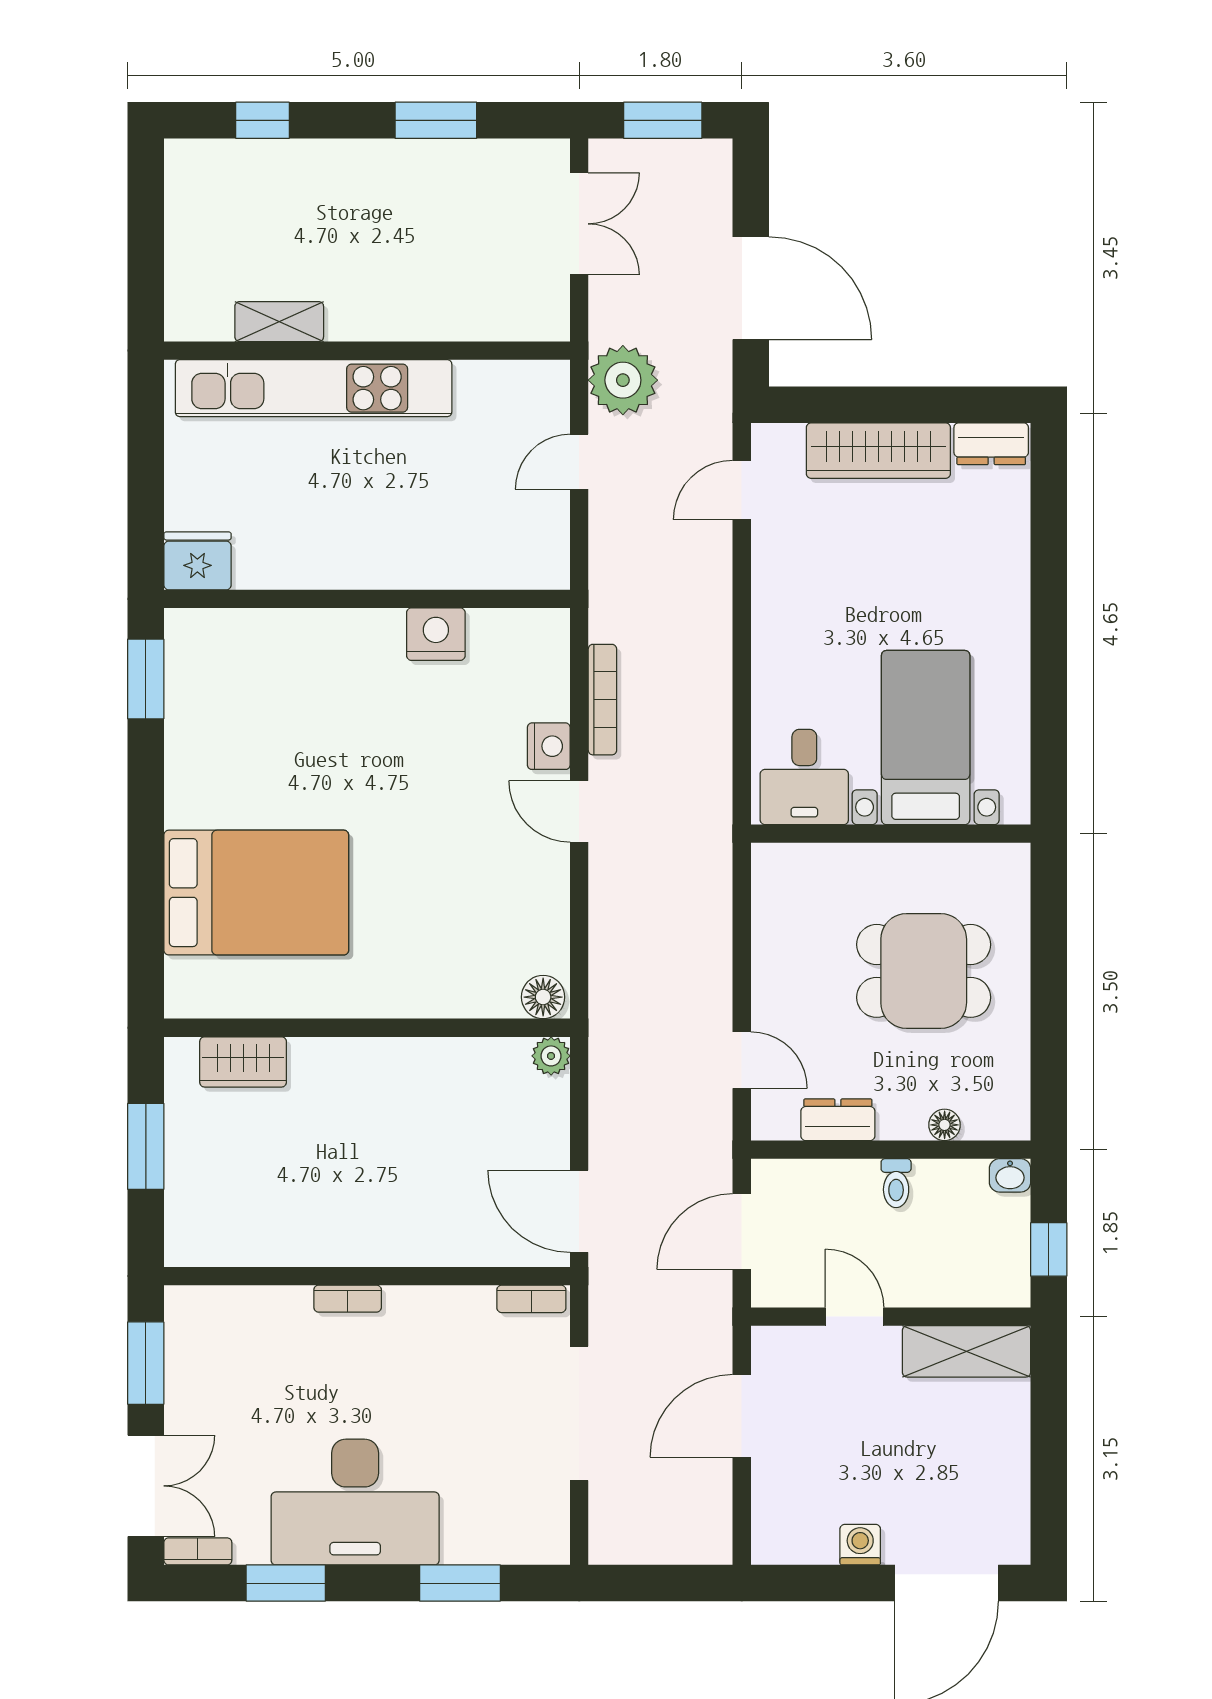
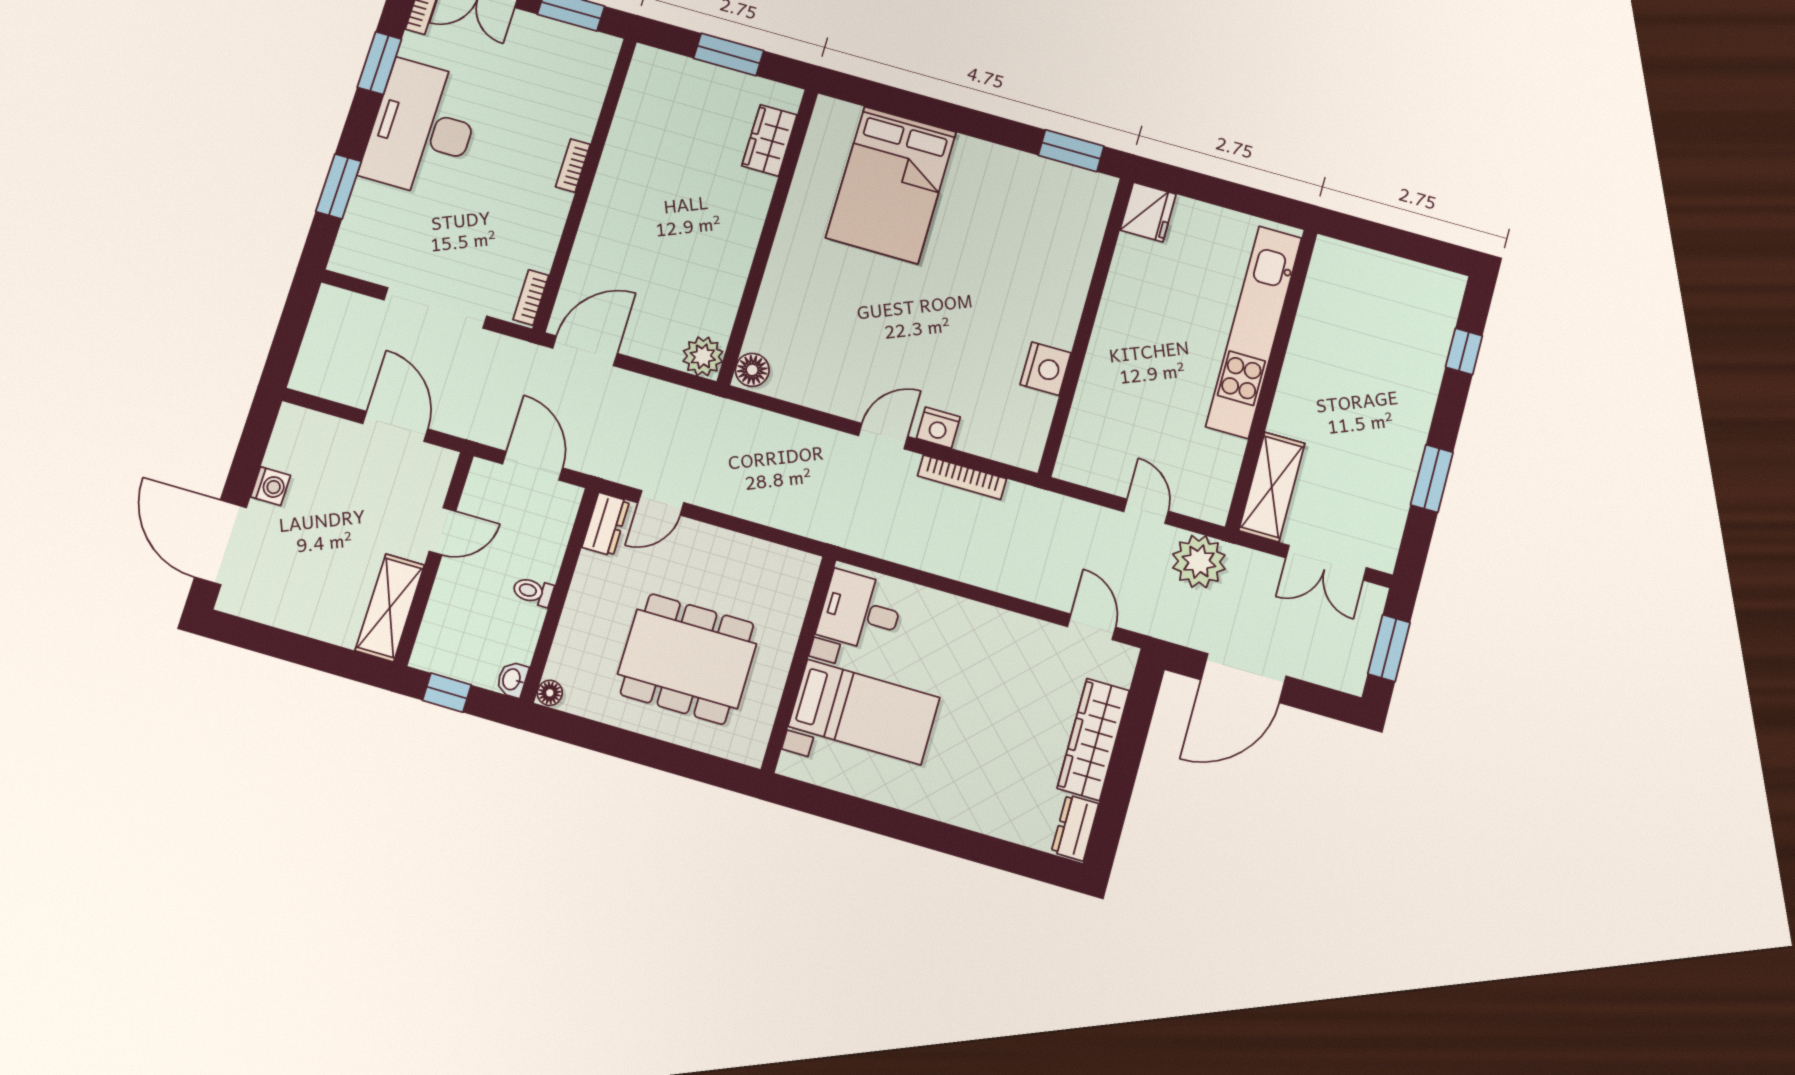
shelving: (279, 322) -> (1272, 487), moved, width x1.50, depth x1.33
dining table: (924, 971) -> (687, 659), width x1.38
plant: (551, 1056) -> (703, 356), width x1.38, depth x1.38
dresser: (838, 1120) -> (606, 524), moved
floor lamp: (945, 1125) -> (550, 693), moved

